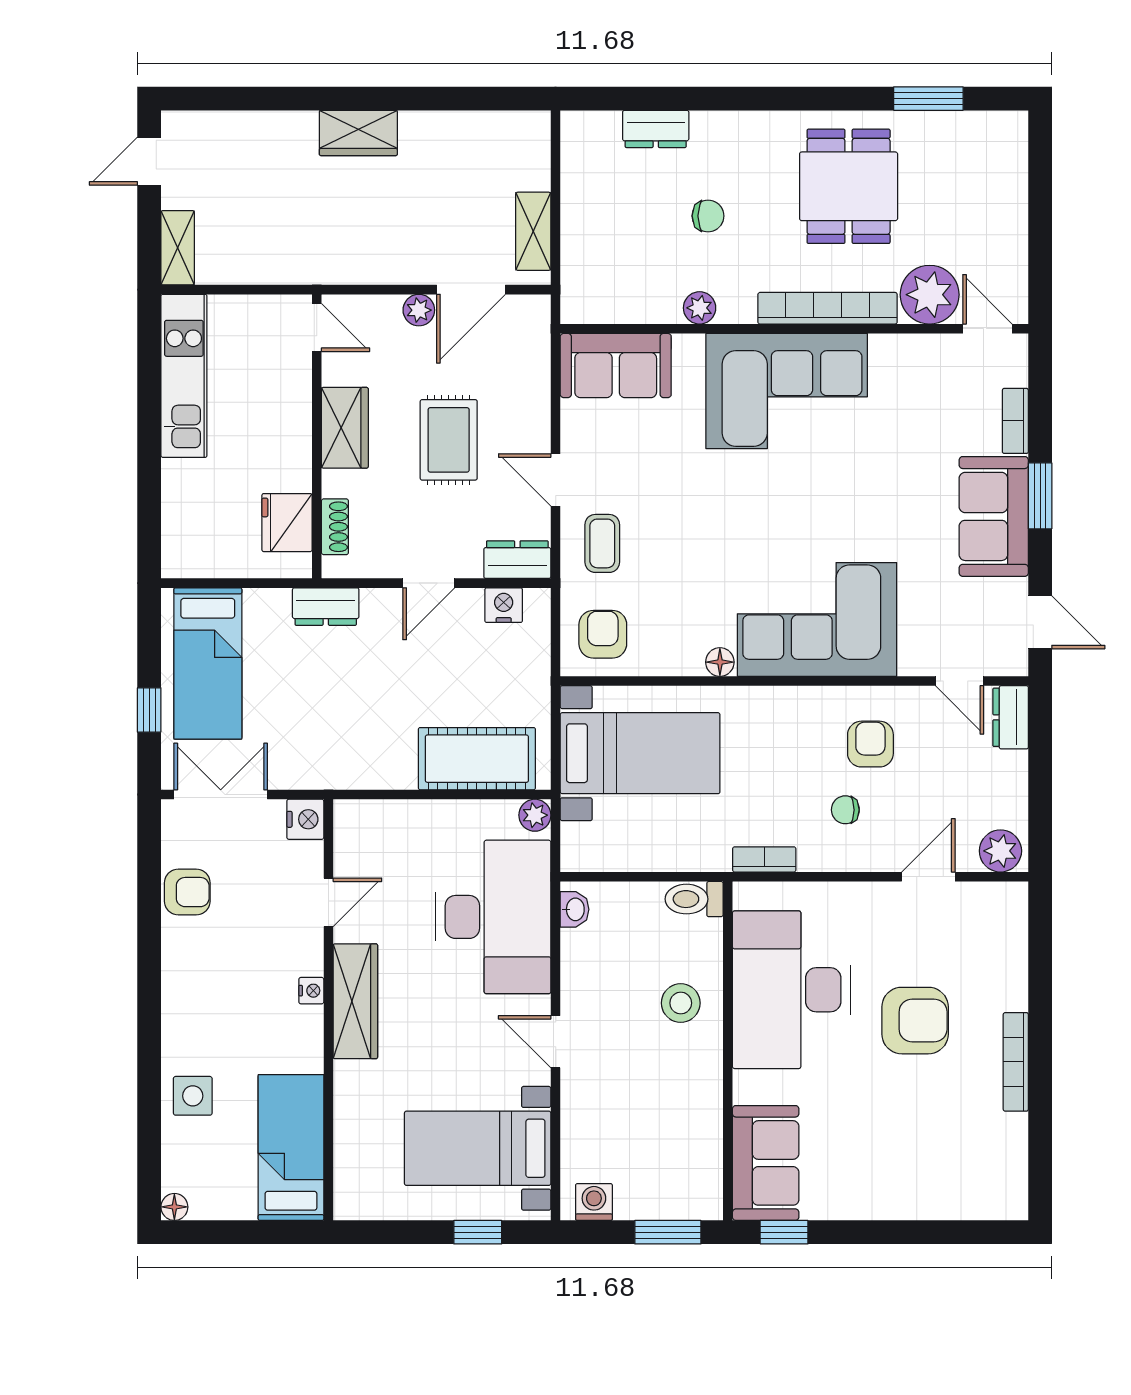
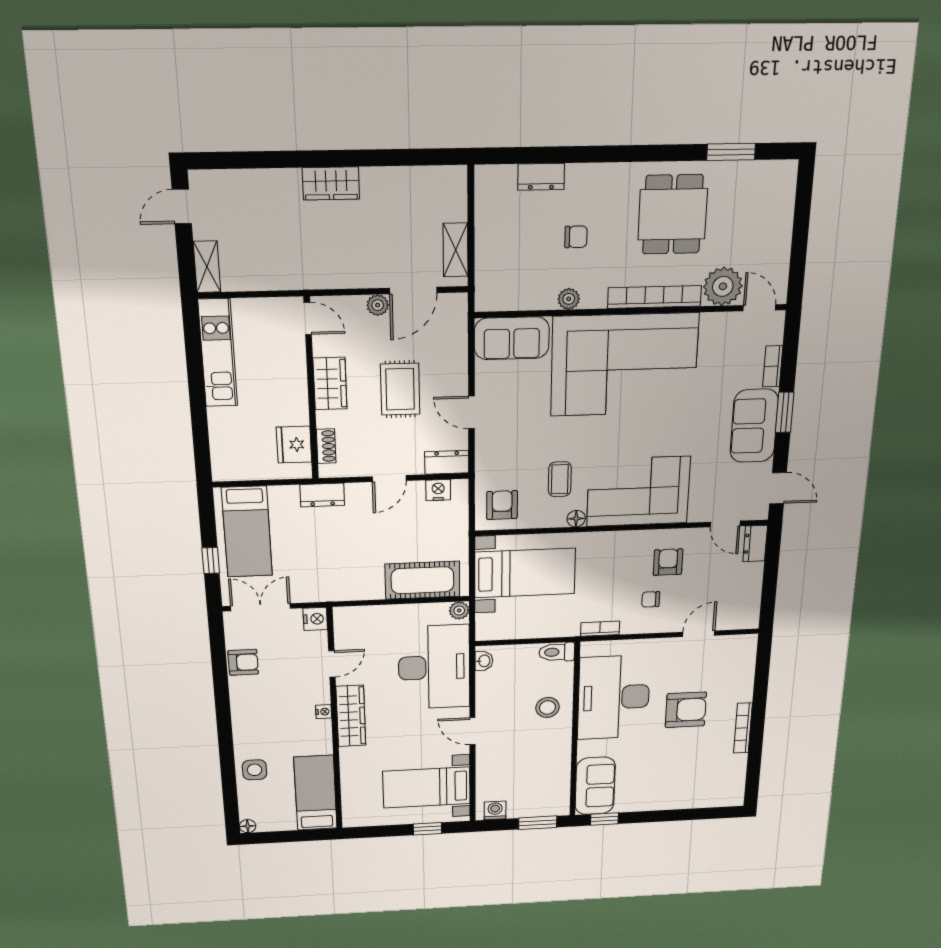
corner sofa: (787, 391) -> (624, 365), width x1.36, depth x1.36
coffee table: (602, 543) -> (560, 479), moved
plant: (1000, 851) -> (743, 618), removed

